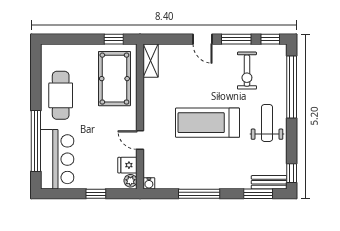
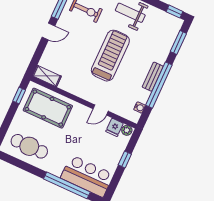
cafe table: (61, 95) -> (29, 146), moved
treadmill: (208, 123) -> (110, 56), turned 180
bench: (269, 182) -> (153, 77), moved
water cooler: (149, 183) -> (139, 107), moved
window: (199, 194) -> (159, 85), width x1.46

